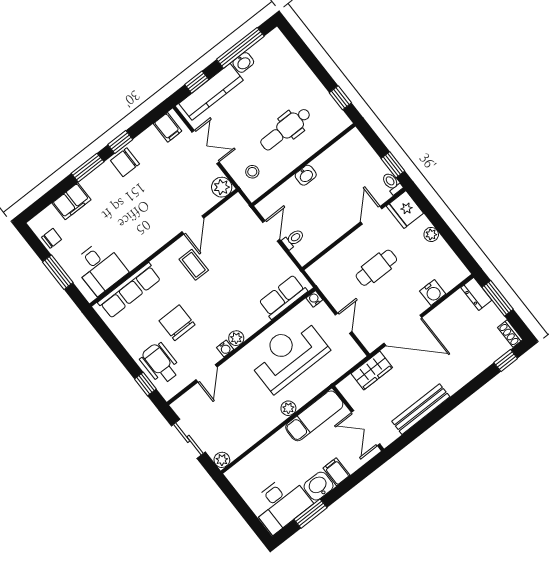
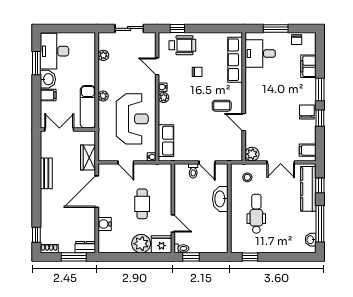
washbasin: (243, 62) -> (311, 240), moved
washbasin: (306, 175) -> (220, 199), width x1.91, depth x1.45
plant: (431, 234) -> (141, 244), width x1.88, depth x1.88
chair: (177, 323) -> (197, 72), width x0.54, depth x0.54
bench: (421, 409) -> (46, 173), width x0.73
plant: (222, 460) -> (103, 55), moved

